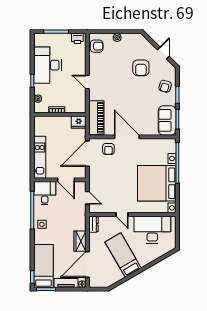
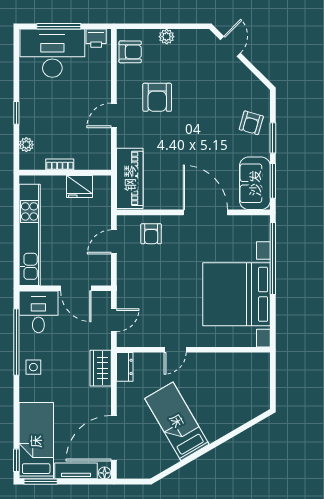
door: (163, 53) -> (230, 46), moved
desk: (47, 65) -> (52, 53), moved, turned 90
armchair: (141, 68) -> (157, 97), moved
door: (87, 82) -> (114, 115), hinge flipped
fridge: (79, 122) -> (79, 186), moved
door: (127, 137) -> (205, 212), moved
door: (87, 154) -> (114, 242), width x0.53
kitchen unit: (40, 157) -> (30, 235), width x1.36
door: (87, 198) -> (114, 320), hinge flipped
door: (122, 215) -> (175, 350), hinge flipped
desk: (152, 230) -> (229, 377), removed
wardrobe: (80, 241) -> (101, 368), moved

